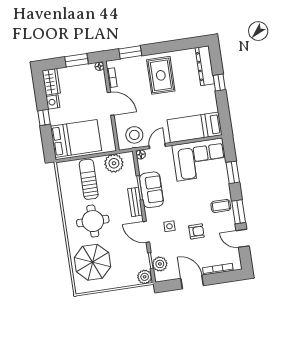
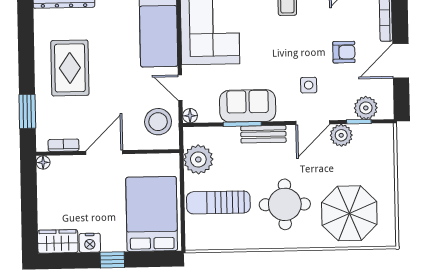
window: (76, 60) -> (29, 197), removed
rug: (161, 75) -> (70, 68), turned 90
armchair: (196, 231) -> (344, 52), moved, turned 90
plant: (145, 277) -> (341, 135), moved

